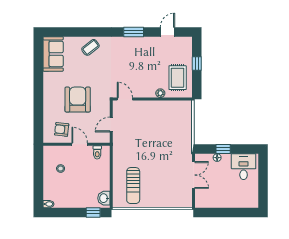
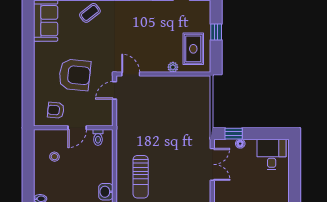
armchair: (78, 100) -> (75, 75), turned 96
door: (111, 125) -> (115, 90), moved
door: (80, 144) -> (77, 128), swing flipped
window: (223, 149) -> (234, 134), moved

